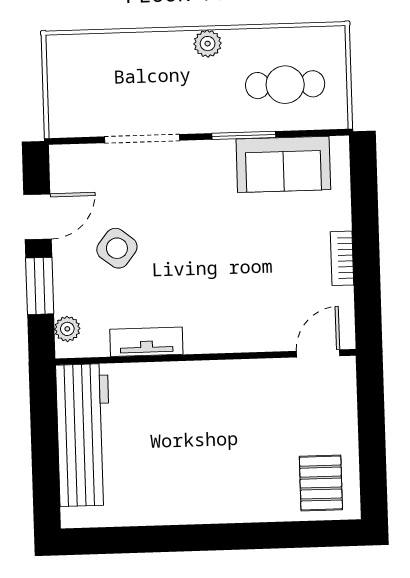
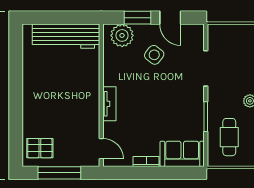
sofa: (283, 164) -> (182, 154), moved, turned 90
plant: (67, 329) -> (122, 35), width x1.88, depth x1.88
tv unit: (146, 342) -> (109, 104), moved
window: (372, 440) -> (59, 173), added

